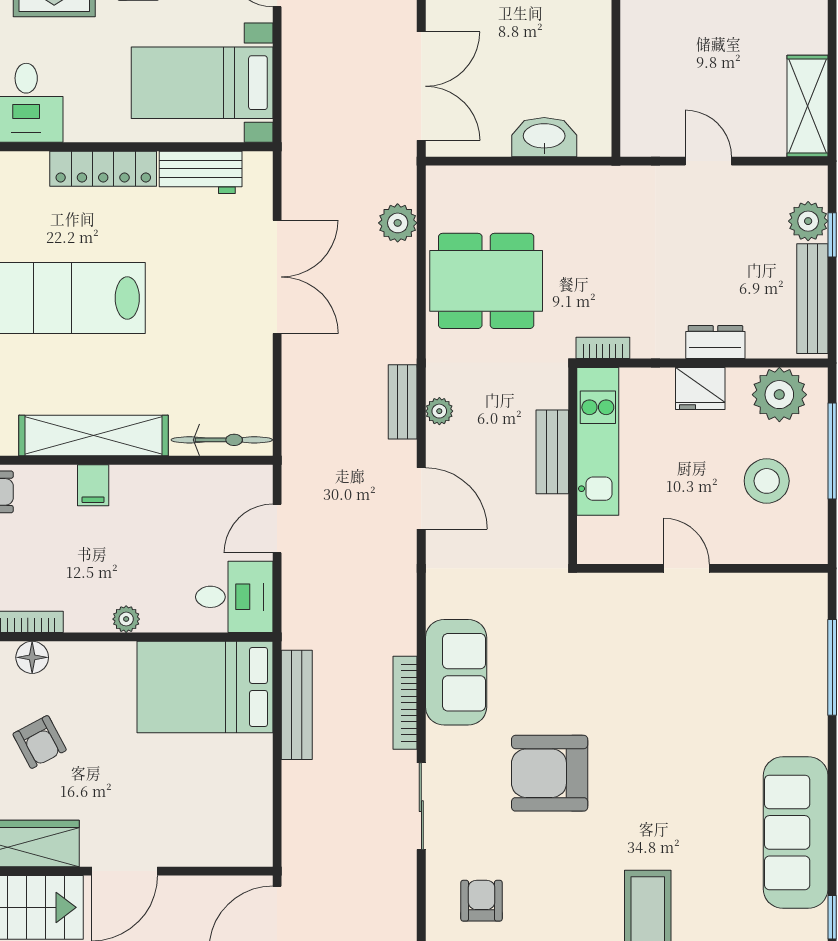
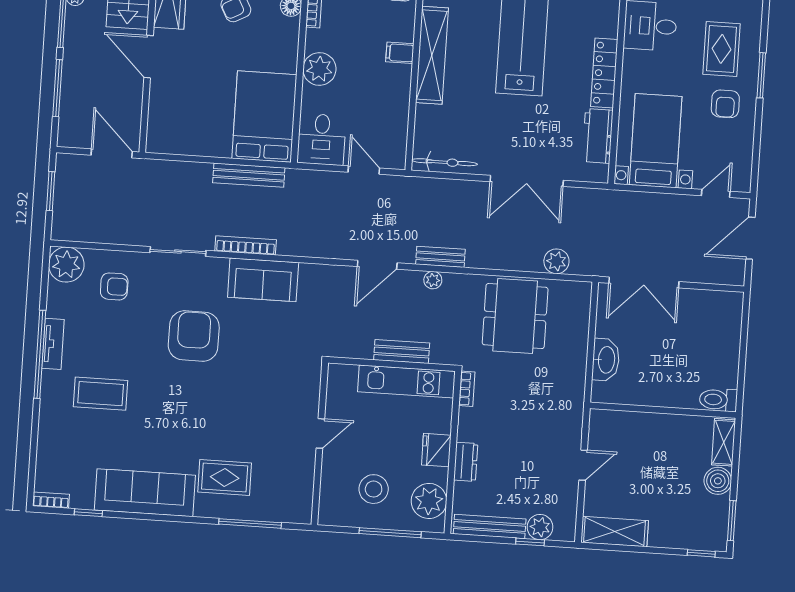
bicycle: (222, 440) -> (445, 162), moved, turned -90
plant: (126, 619) -> (319, 69), width x1.88, depth x1.88
rug: (764, 711) -> (225, 477), added

